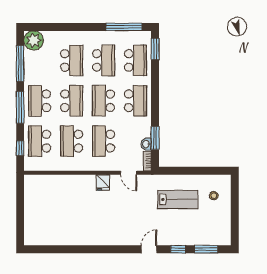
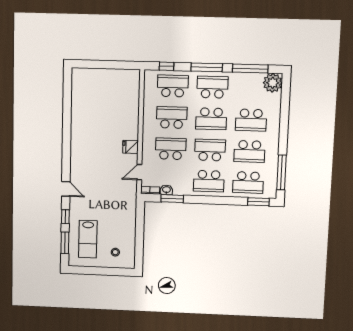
lab bench: (178, 199) -> (88, 239), moved

